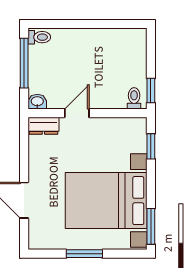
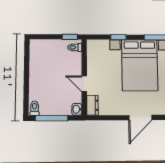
window: (151, 146) -> (118, 37), moved

